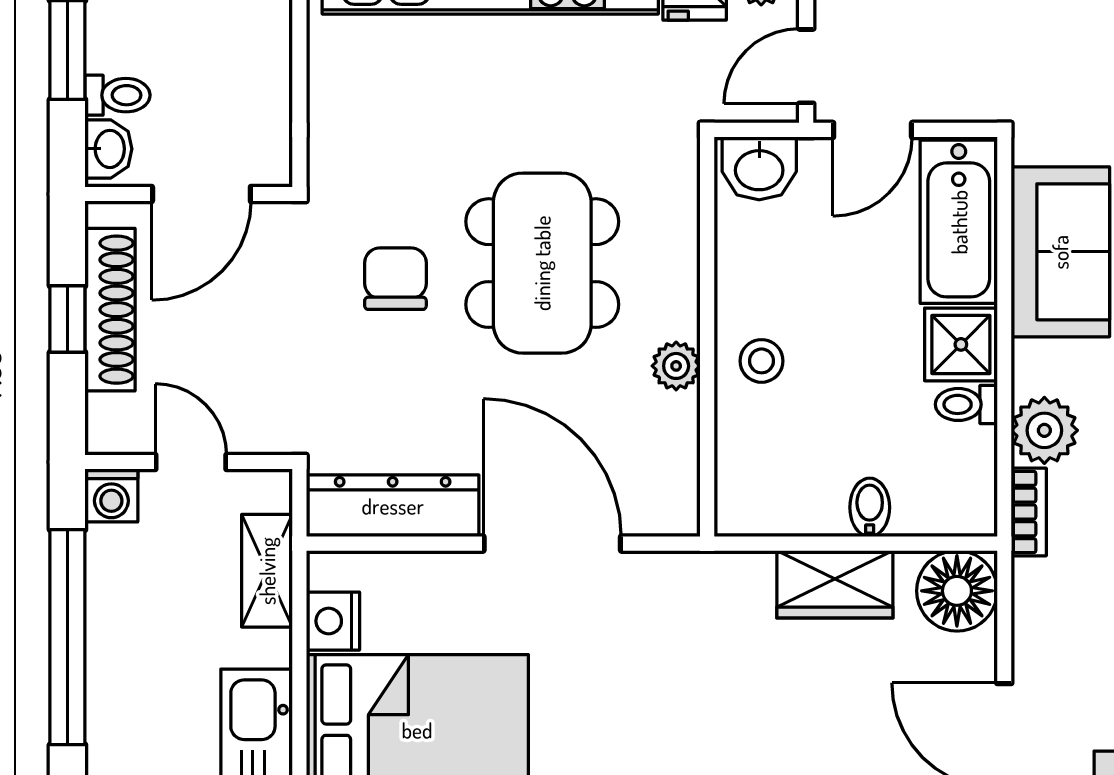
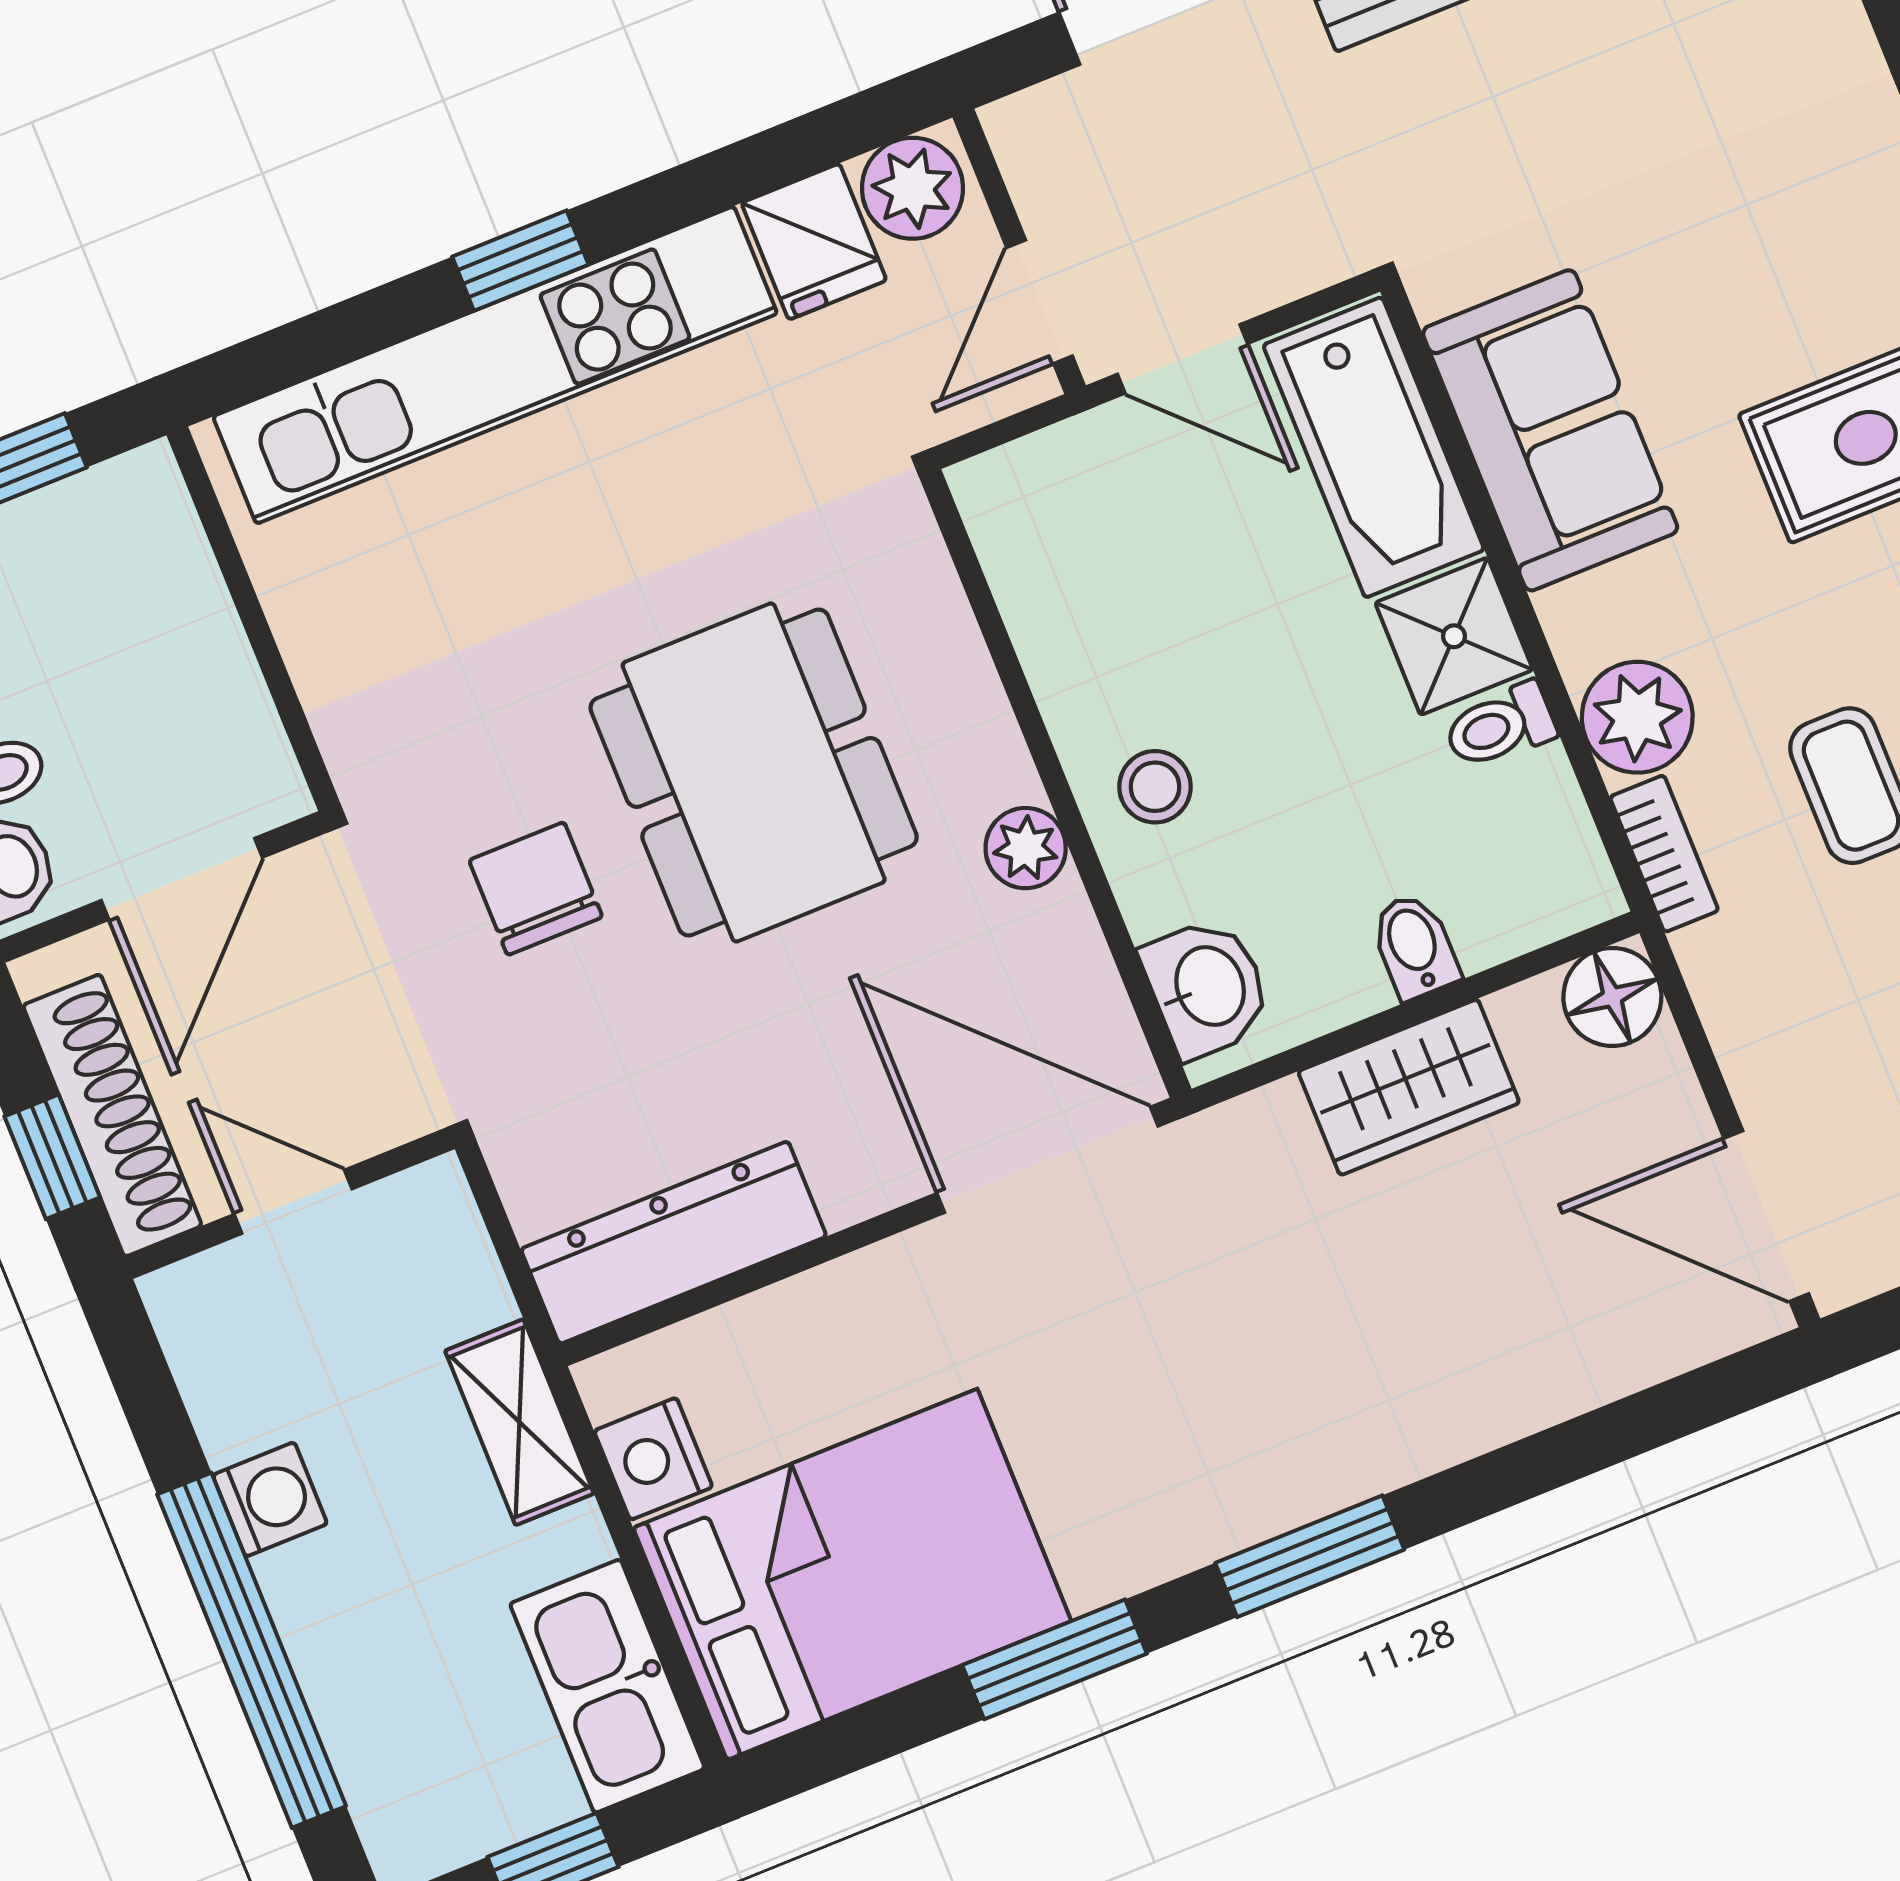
door: (873, 130) -> (1182, 359), hinge flipped
washbasin: (759, 168) -> (1207, 987), moved, turned -90
wall: (189, 462) -> (290, 1203), moved
door: (191, 462) -> (293, 1202), moved
washing machine: (111, 495) -> (270, 1499), moved, turned -90
door: (552, 544) -> (1047, 1160), moved
floor lamp: (957, 591) -> (1612, 997), width x0.73, depth x0.73

